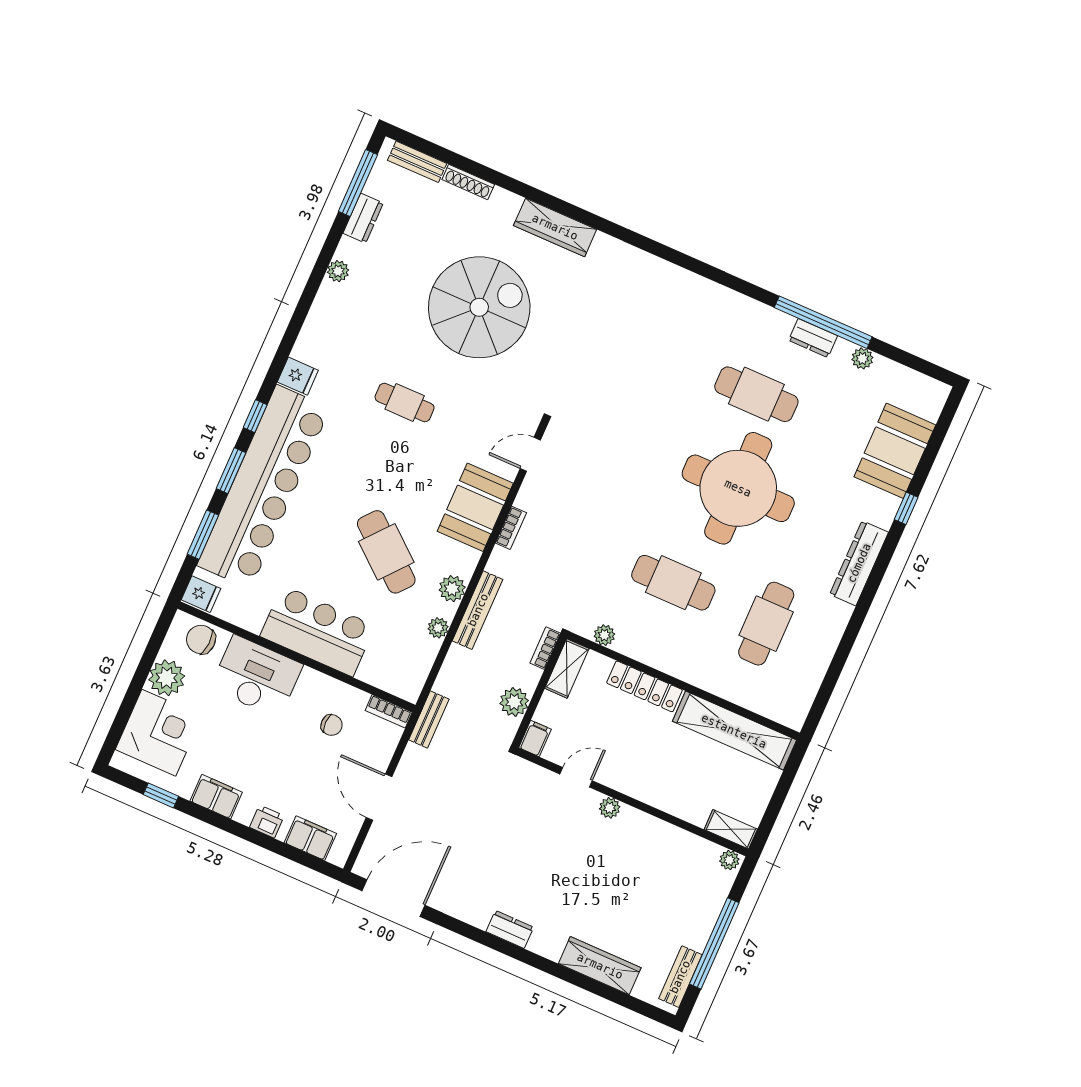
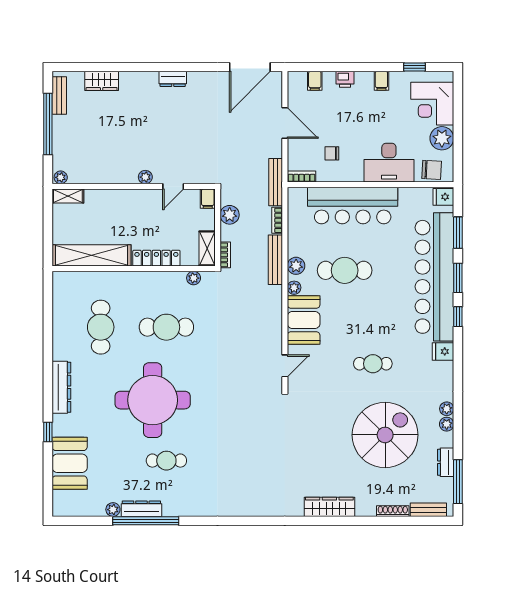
plant: (328, 293) -> (447, 409), added
spiral stairs: (479, 307) -> (385, 435), moved, turned 180
dresser: (813, 338) -> (141, 509), width x1.44
cafe table: (756, 394) -> (166, 461), width x0.73, depth x0.74
bookcase: (511, 528) -> (277, 220), moved
cafe table: (386, 552) -> (345, 270), turned -40
plant: (438, 628) -> (294, 288), moved
bar counter: (318, 631) -> (353, 206), width x1.36
bench: (429, 720) -> (276, 182), width x1.36
filing cabinet: (216, 797) -> (381, 81), width x0.50
filing cabinet: (310, 838) -> (315, 81), width x0.50
wardrobe: (600, 966) -> (102, 81), width x0.67

